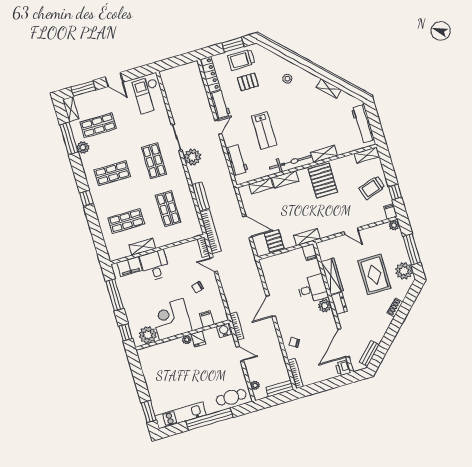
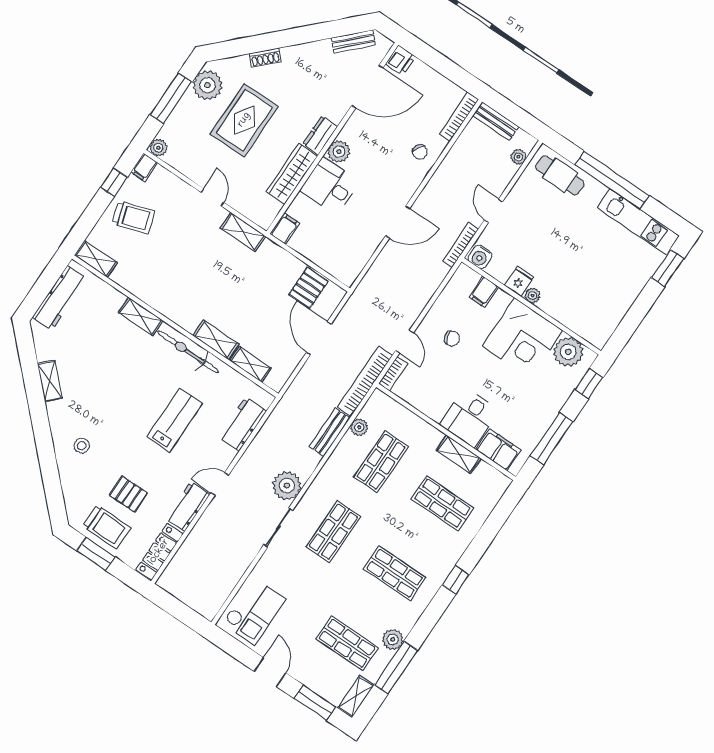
pallet: (323, 181) -> (177, 289), removed
plant: (192, 212) -> (359, 427), added
shelving: (307, 237) -> (243, 232), moved

